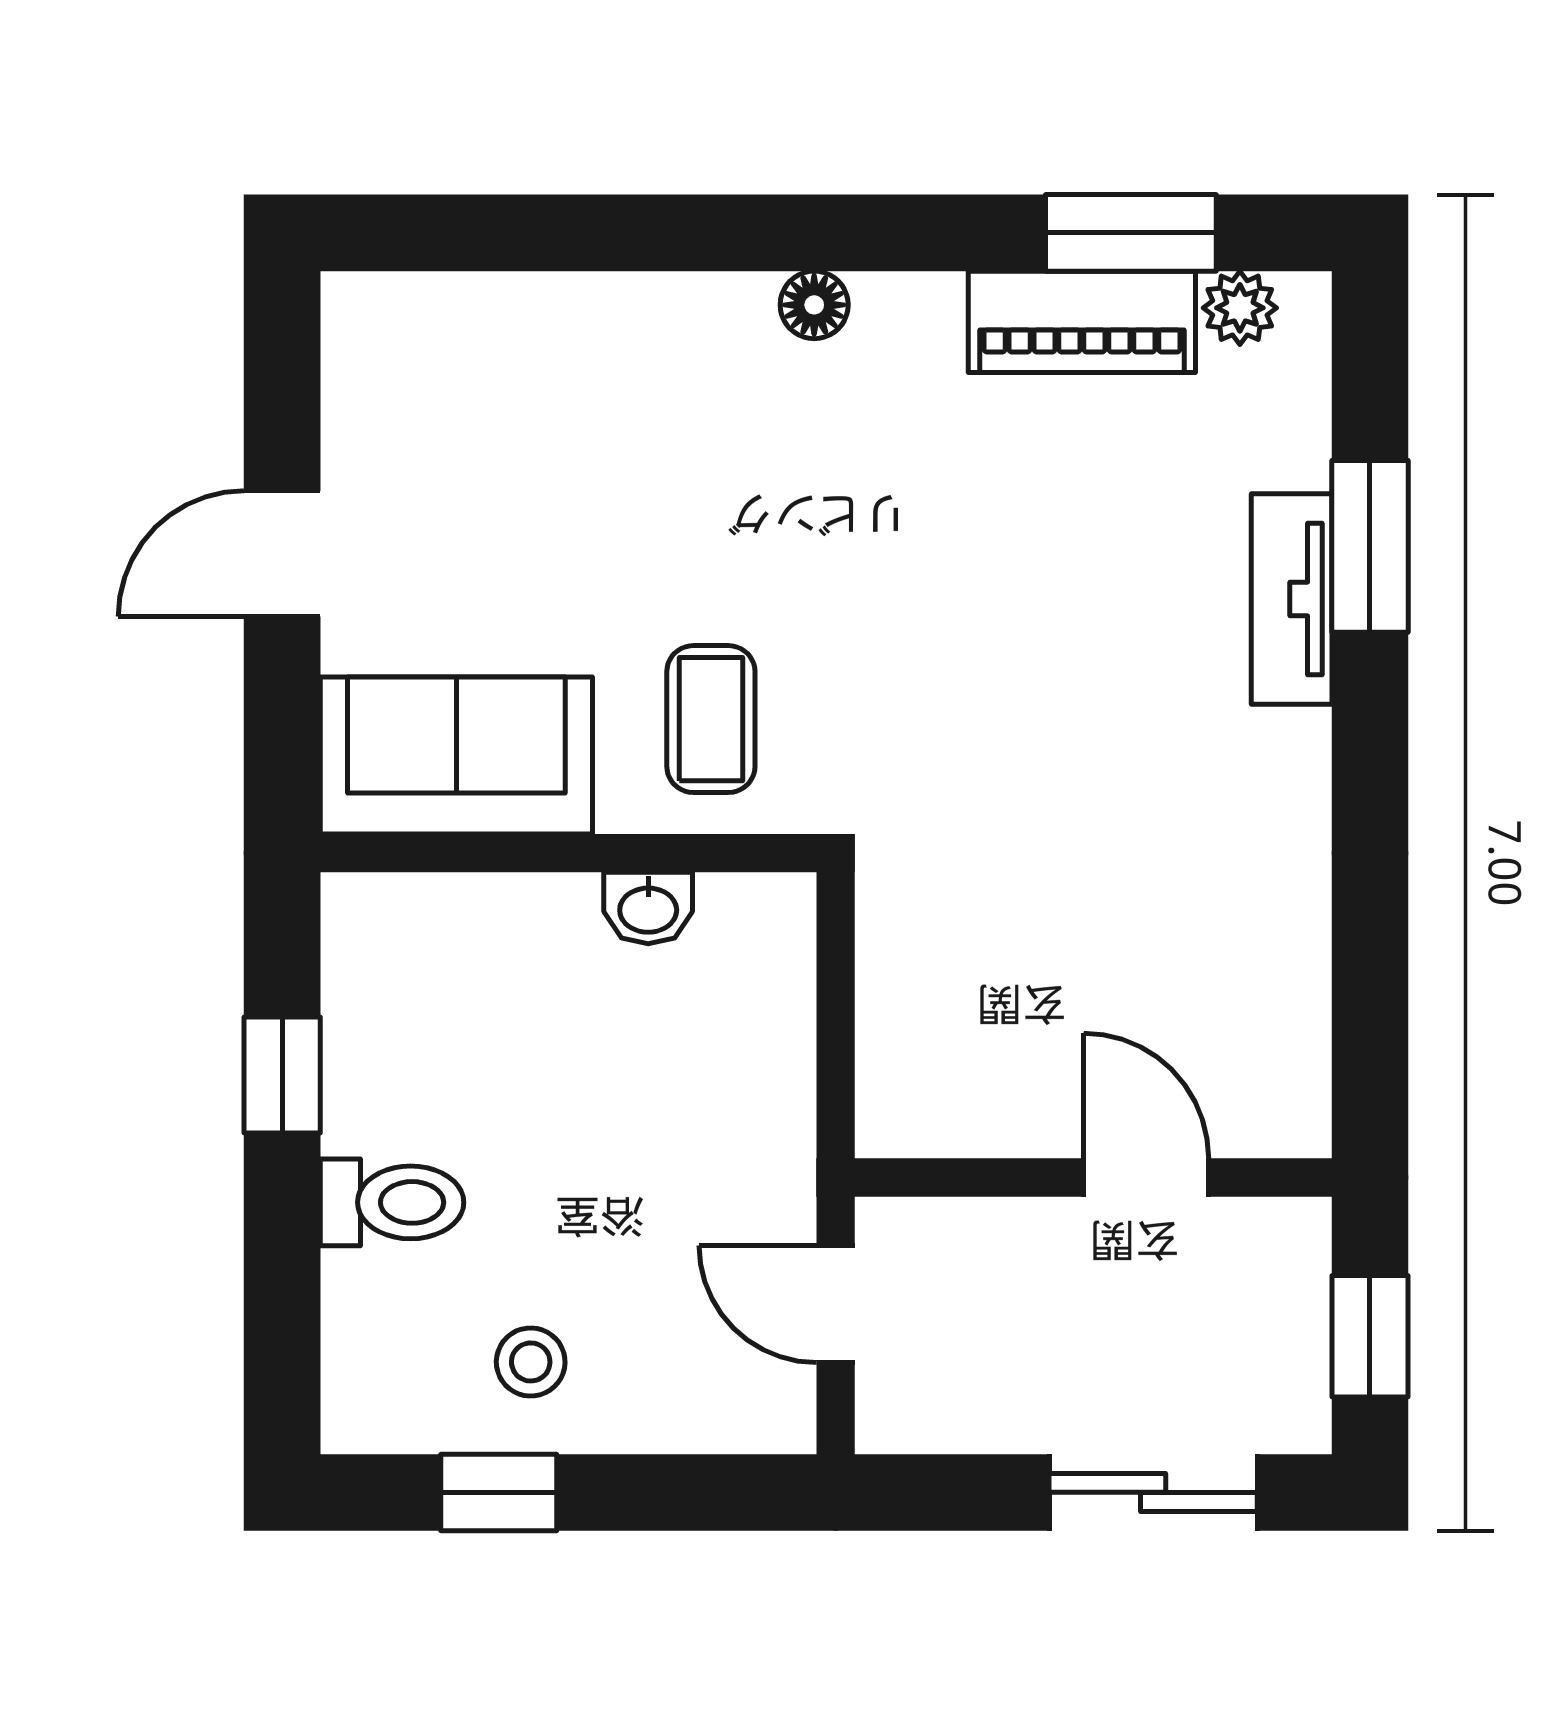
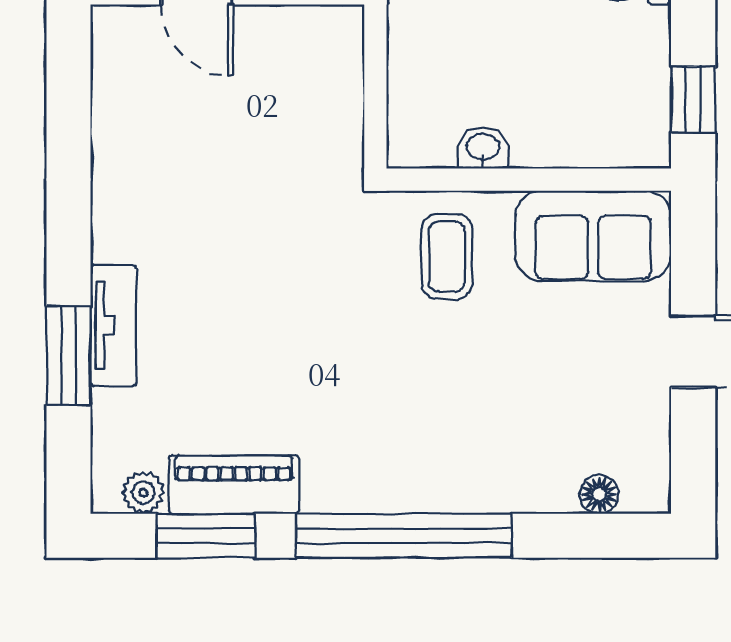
window: (786, 233) -> (404, 536), added
floor lamp: (814, 305) -> (599, 494), moved
window: (282, 1075) -> (693, 99), moved

